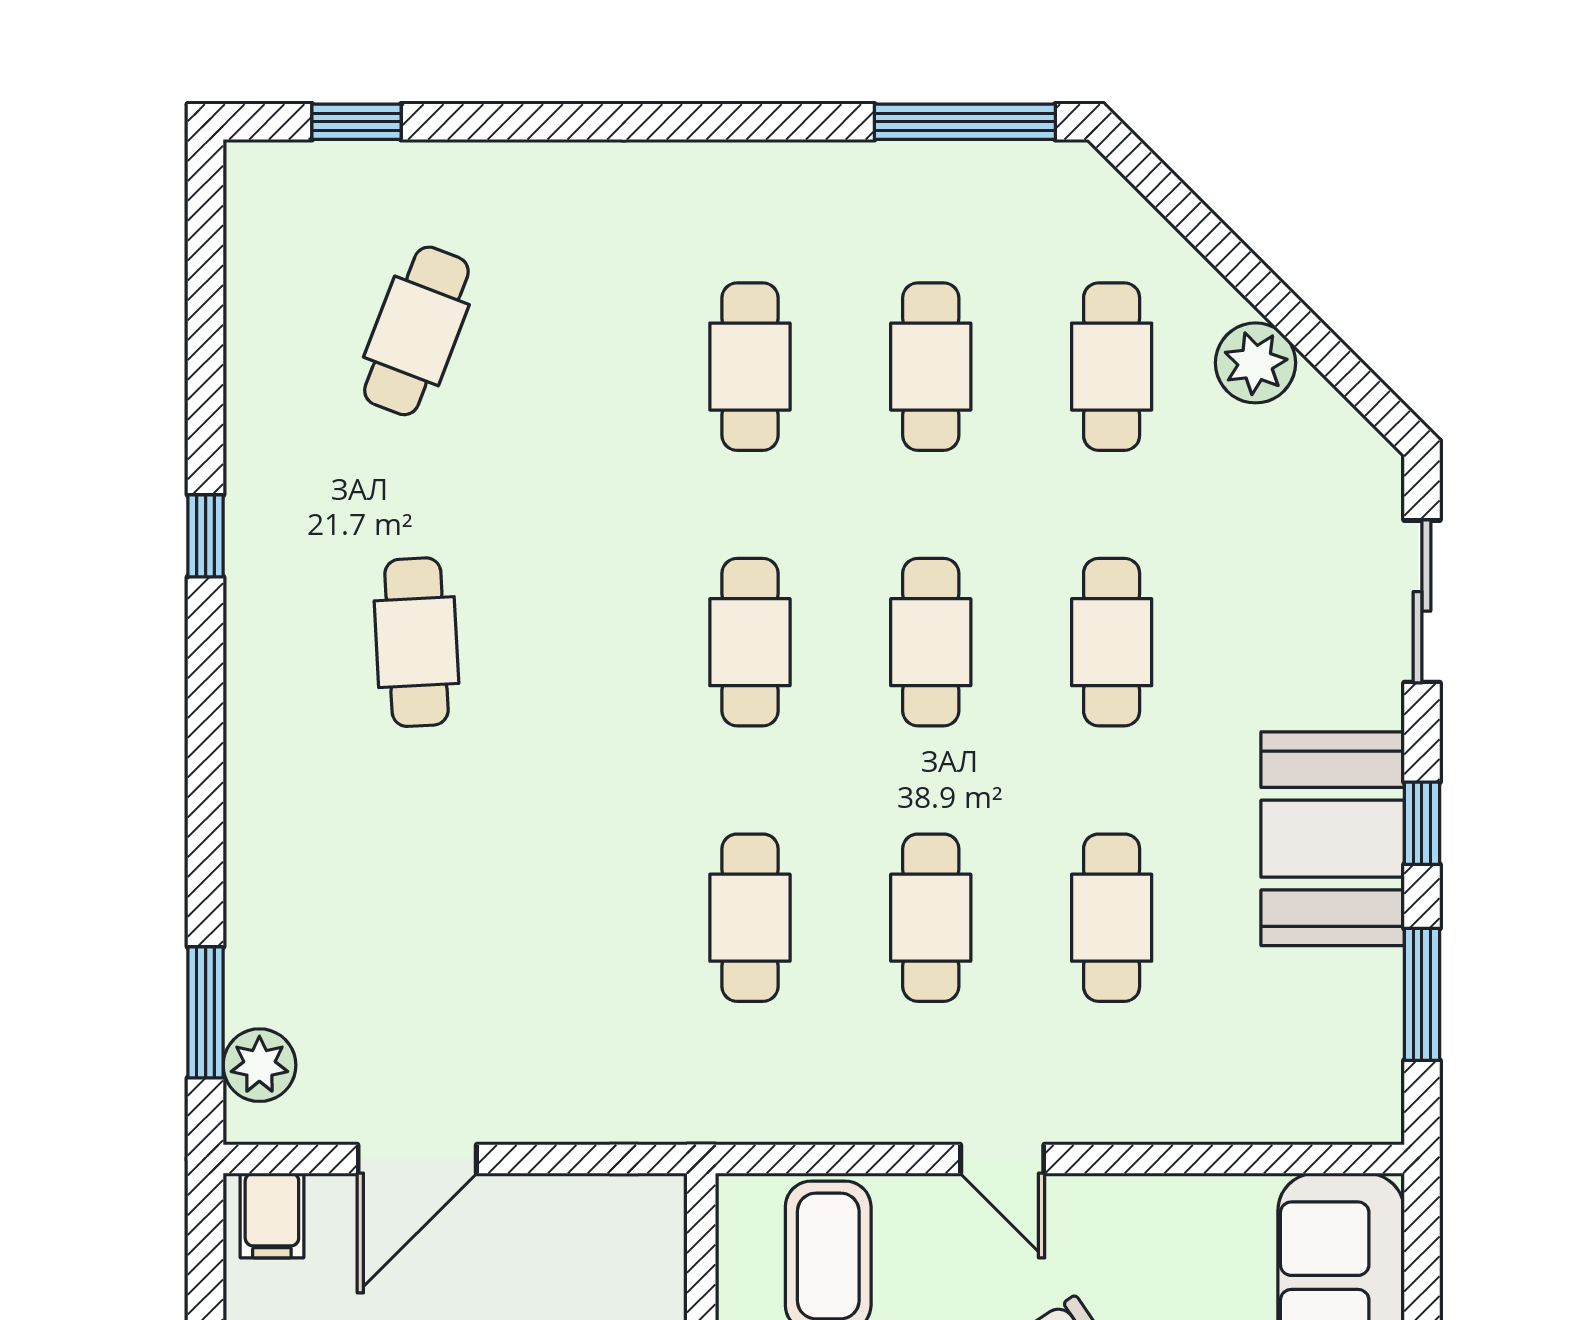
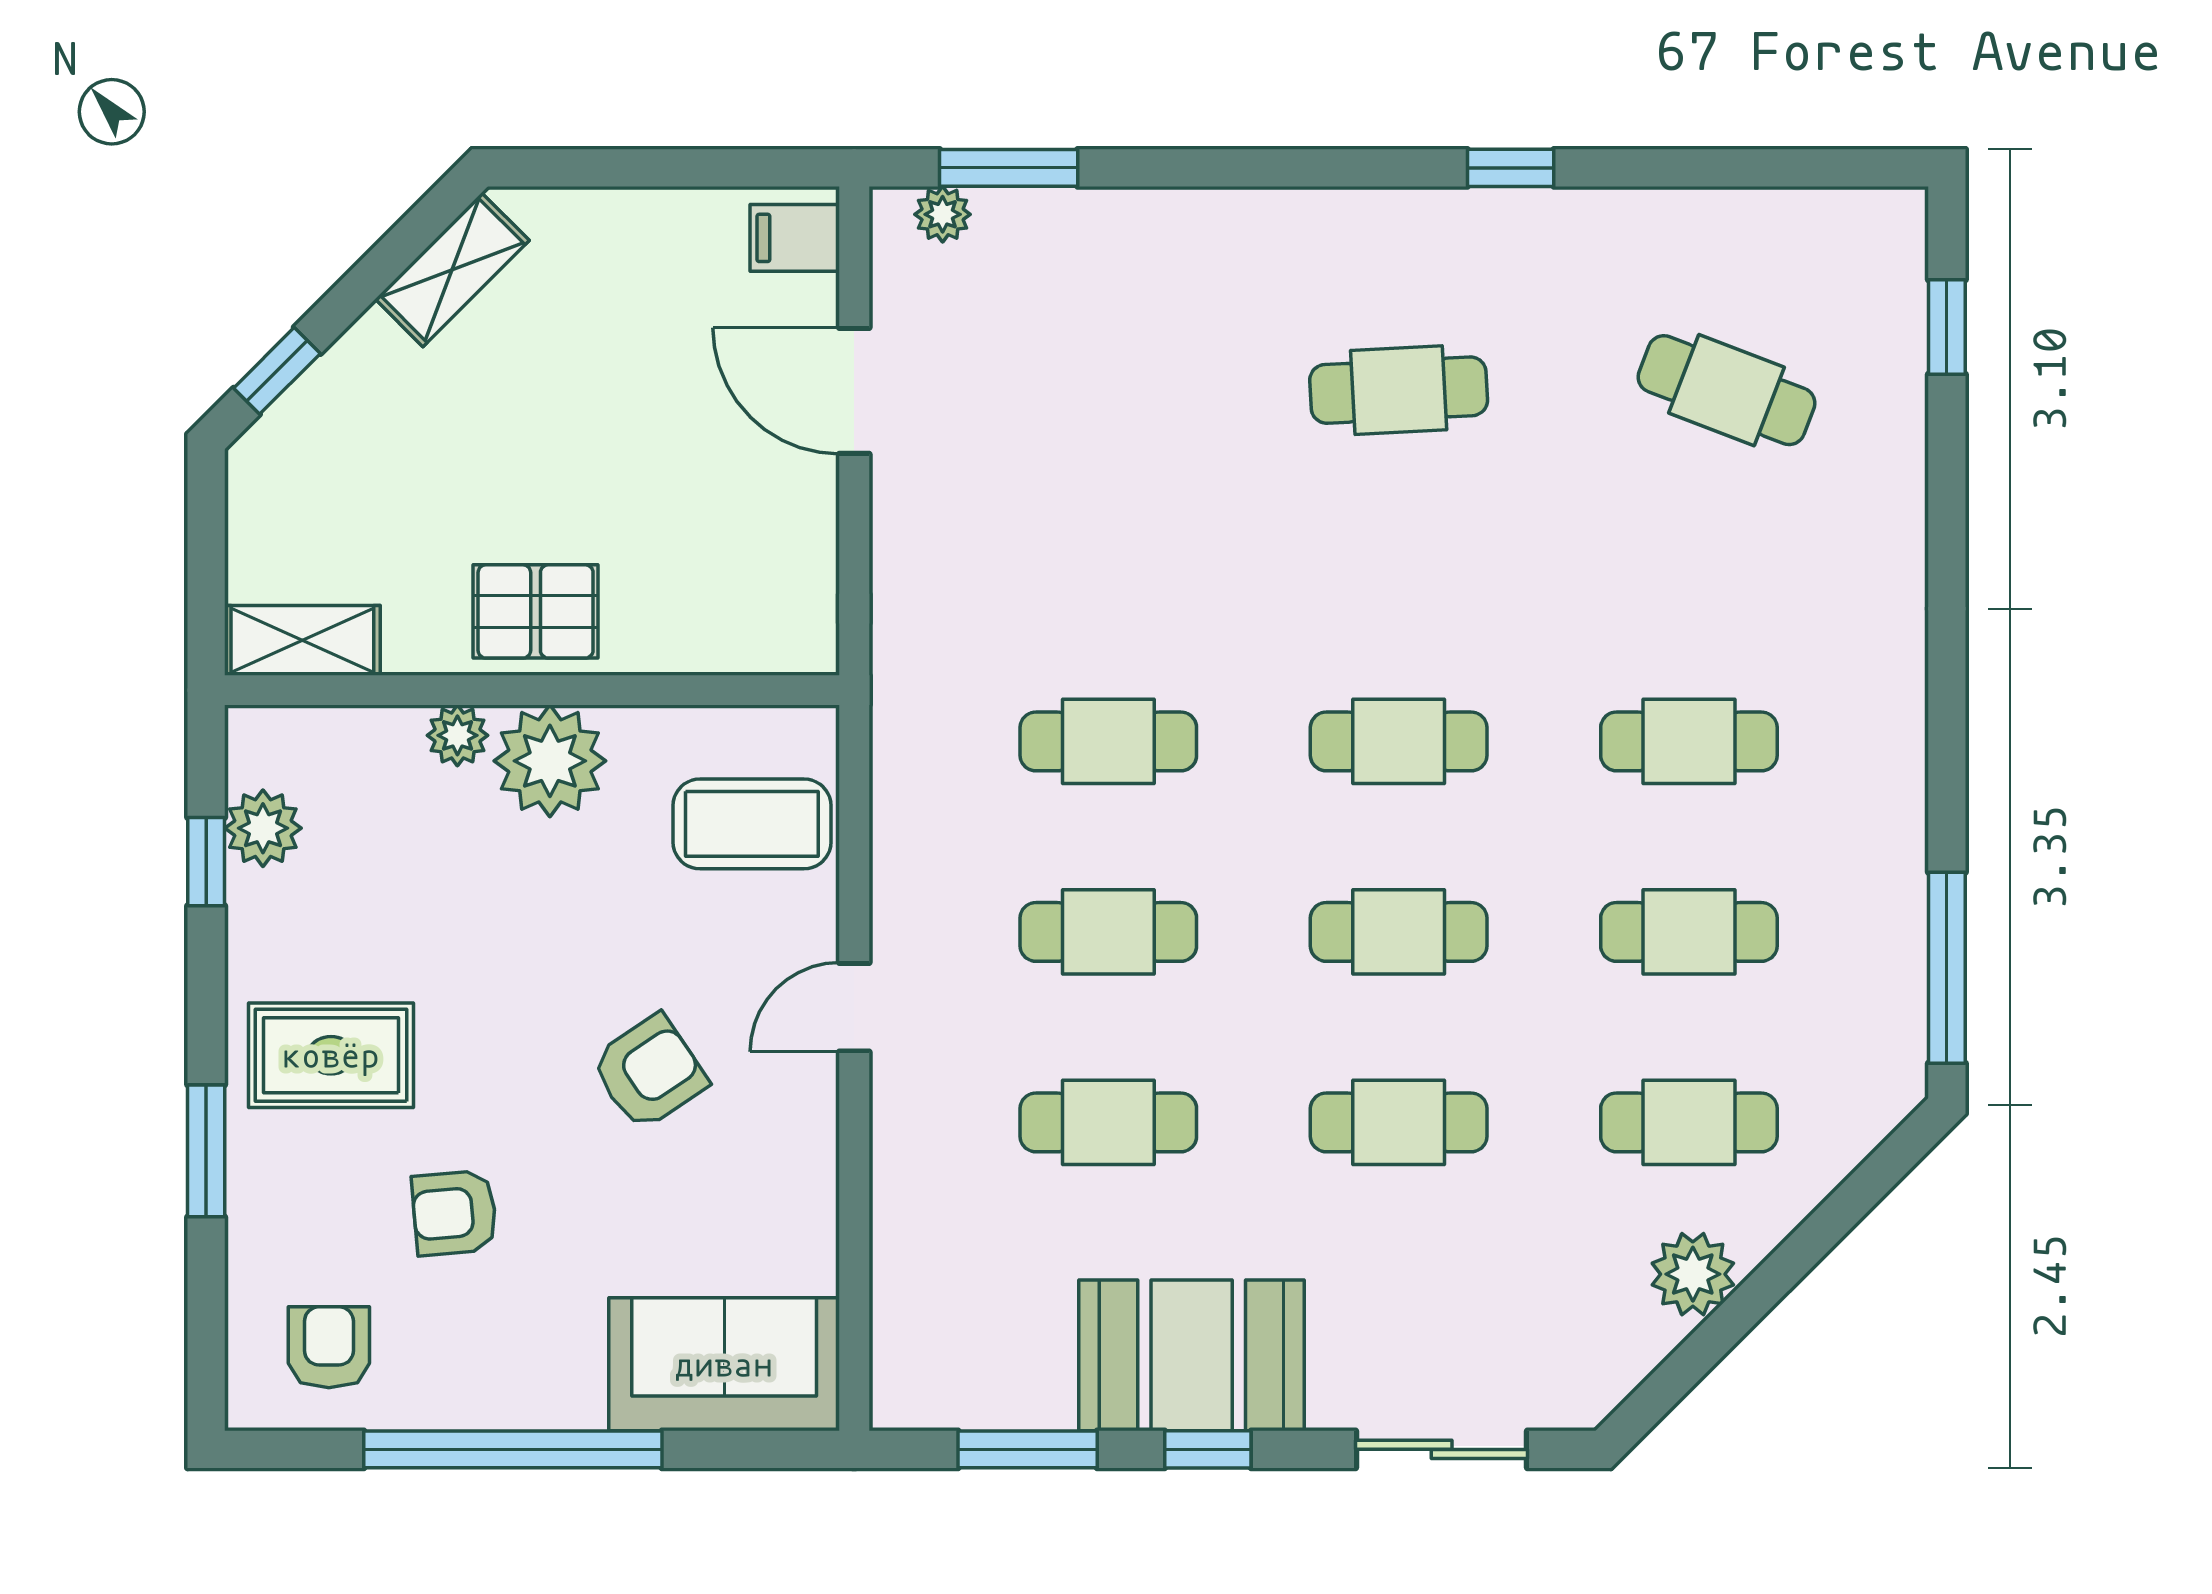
plant: (259, 1065) -> (943, 214), width x0.73, depth x0.73

